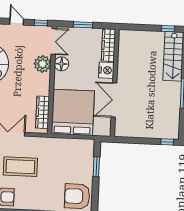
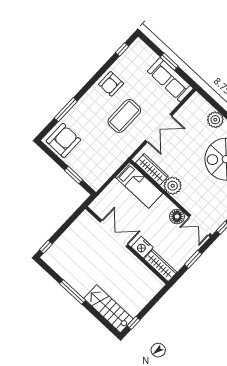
plant: (42, 64) -> (173, 186), moved
bed: (73, 112) -> (139, 185), width x0.49

